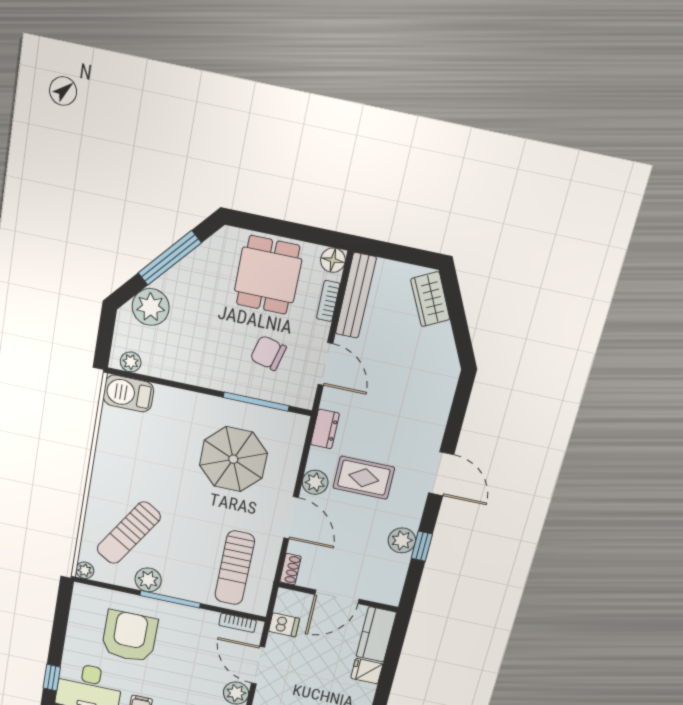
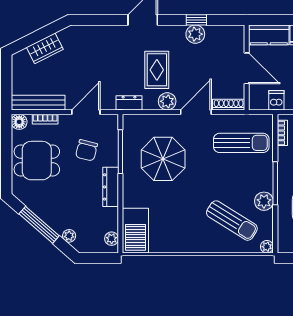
wardrobe: (430, 299) -> (45, 48), moved
plant: (151, 307) -> (69, 236), width x0.53, depth x0.53
dresser: (207, 377) -> (111, 187), added
barbecue: (128, 394) -> (135, 231), width x1.37, depth x1.21
shoe rack: (290, 569) -> (229, 105), width x1.43

